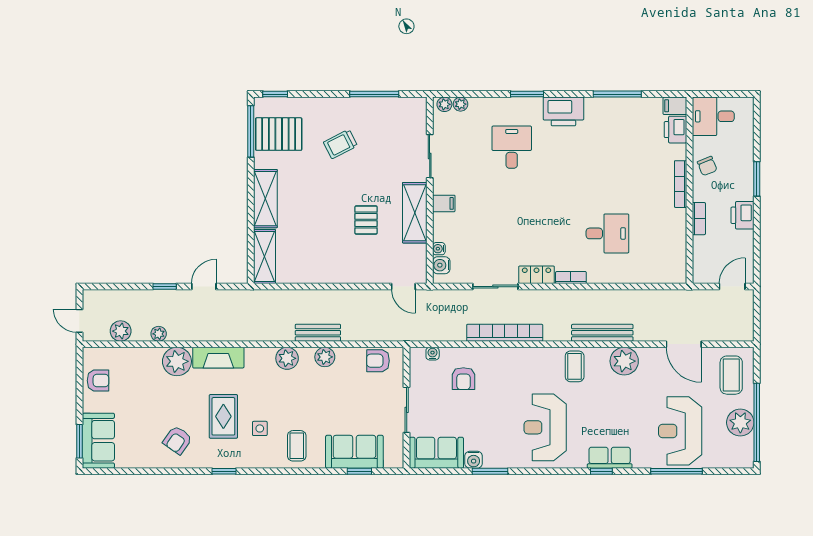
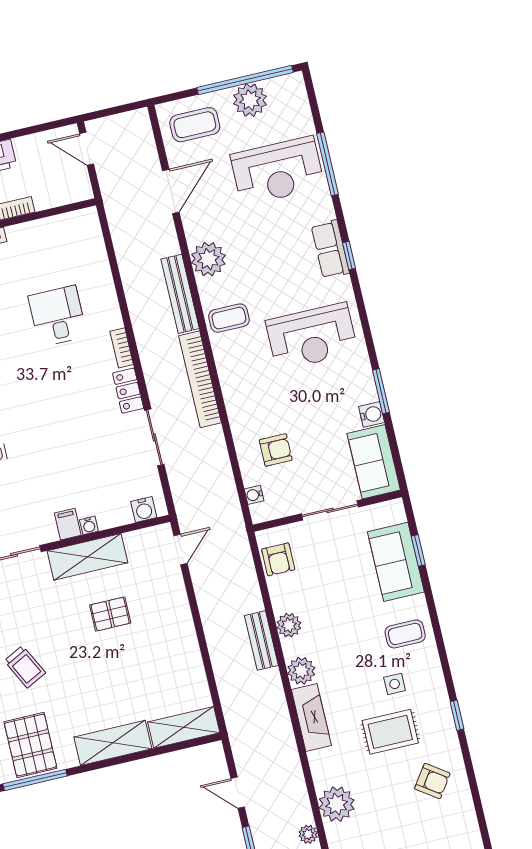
water cooler: (439, 249) -> (89, 525), moved
bookcase: (505, 333) -> (200, 379), moved
fireplace: (218, 358) -> (311, 717), moved

